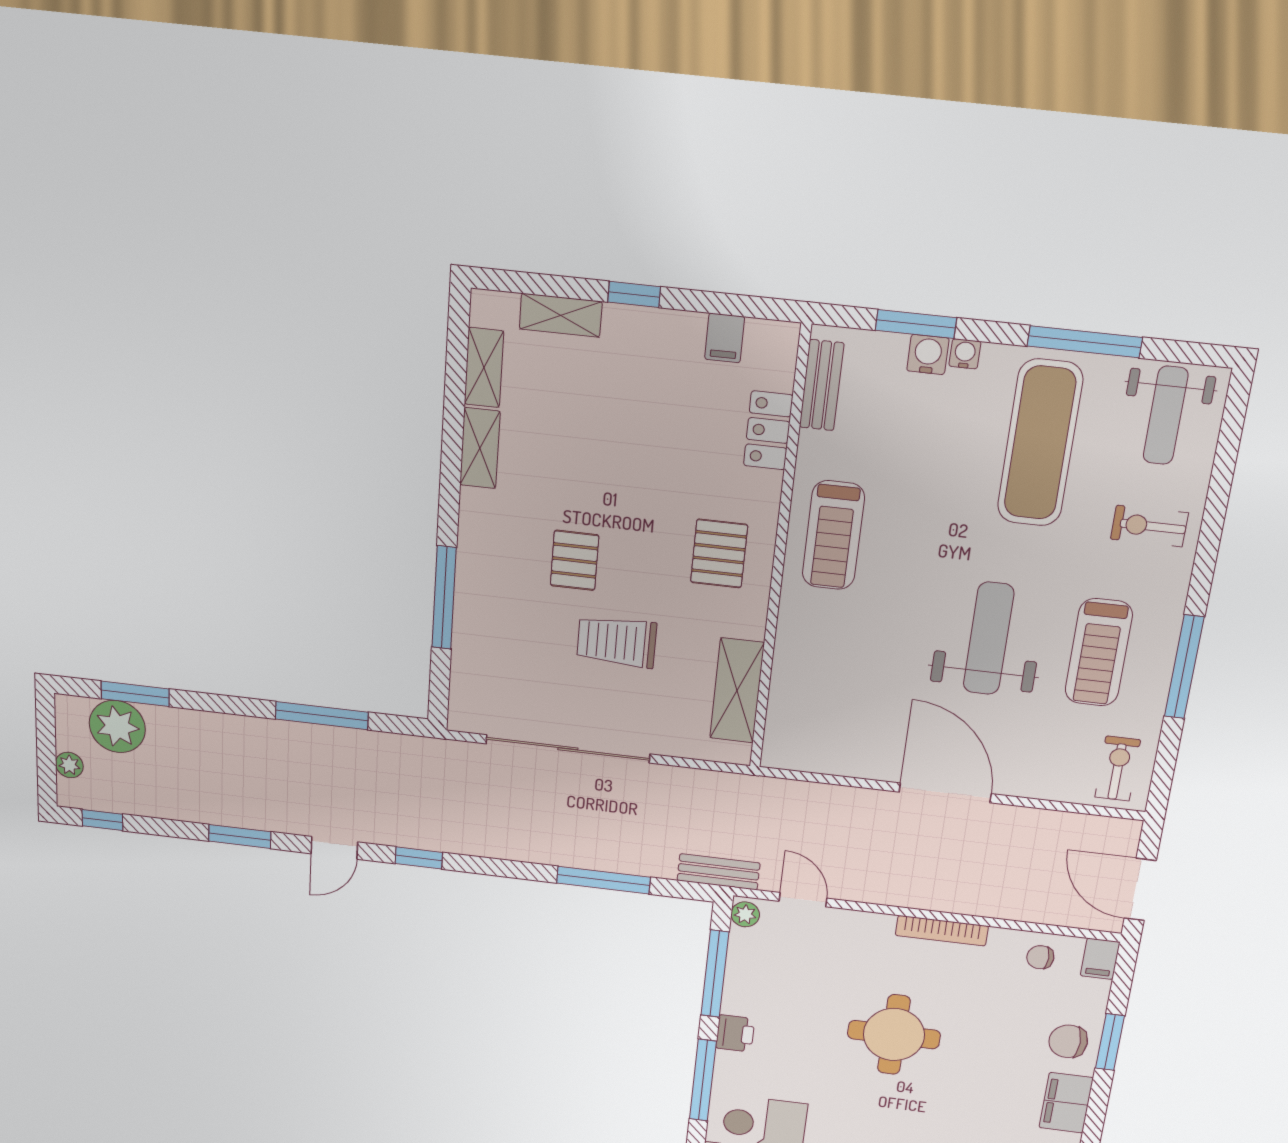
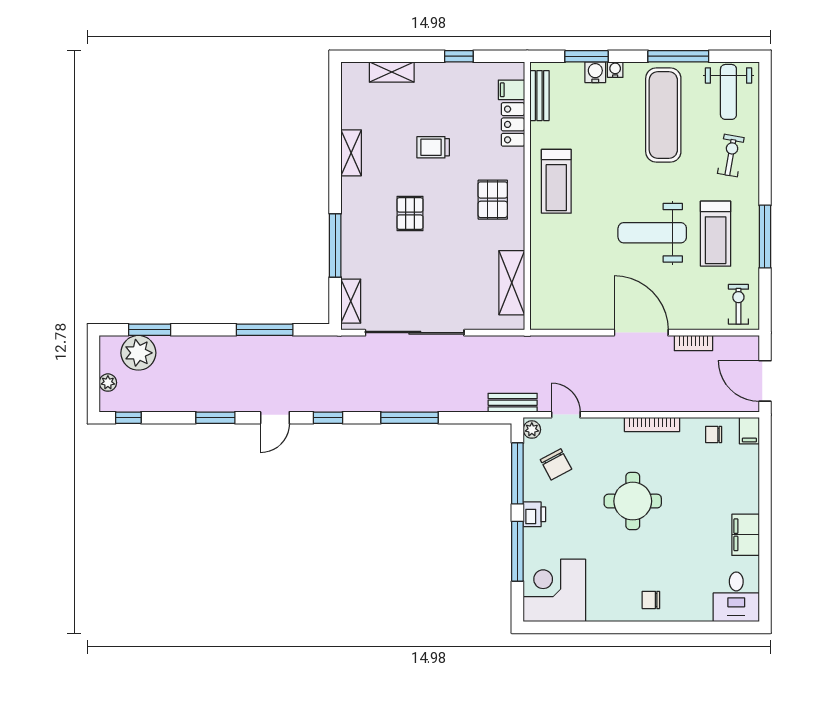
window: (634, 294) -> (459, 56), moved
filing cabinet: (725, 338) -> (511, 90), moved, turned 90
shelving: (484, 368) -> (351, 301), moved
exercise bike: (1149, 526) -> (731, 156), turned 100
weight bench: (989, 639) -> (652, 233), turned -90
trolley: (617, 642) -> (433, 147), moved, width x0.73, depth x0.72
bookcase: (1031, 819) -> (693, 343), added
window: (604, 880) -> (410, 418), moved
chair: (1068, 1041) -> (556, 464), moved, turned -118
window: (1110, 1042) -> (765, 488), removed

